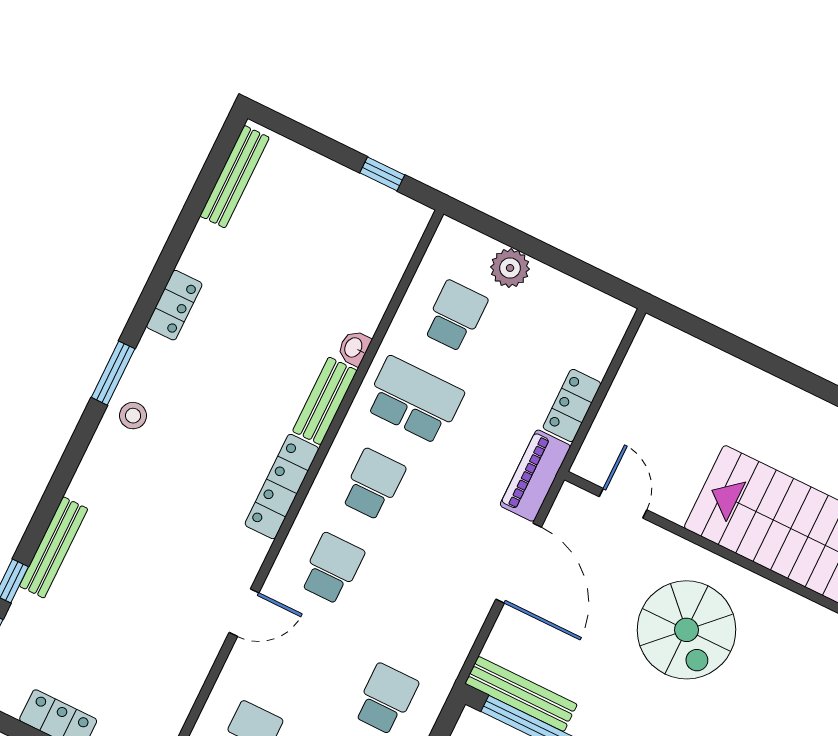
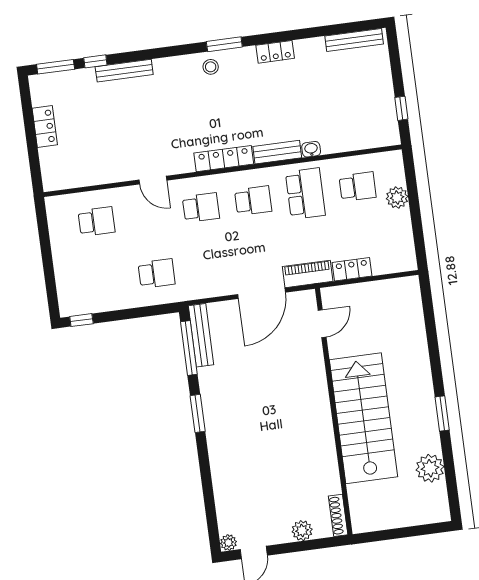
spiral stairs: (686, 630) -> (282, 393), removed

